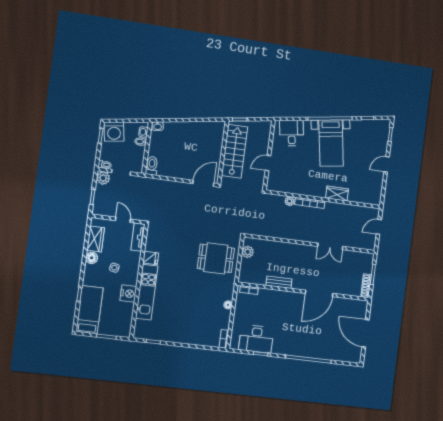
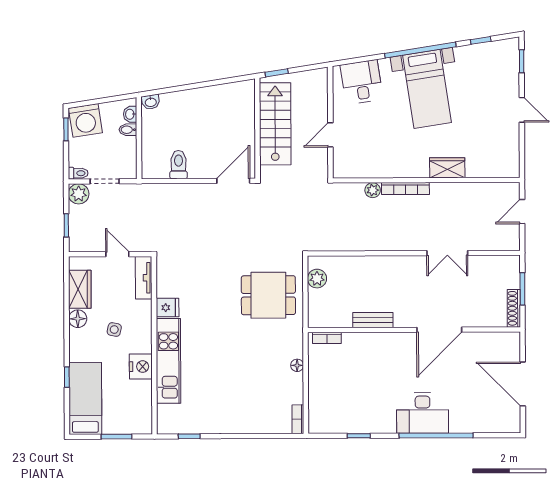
door: (387, 164) -> (522, 110), swing flipped
toilet: (152, 166) -> (178, 165), moved
desk: (256, 339) -> (423, 413), moved

